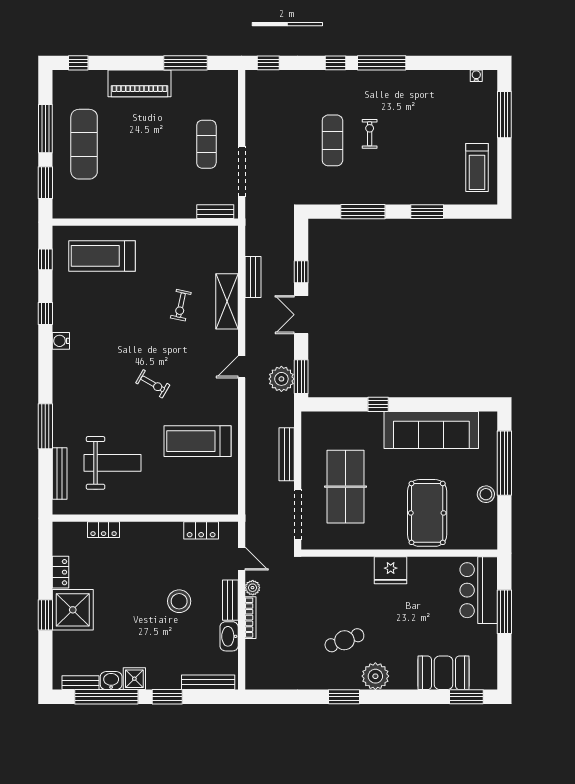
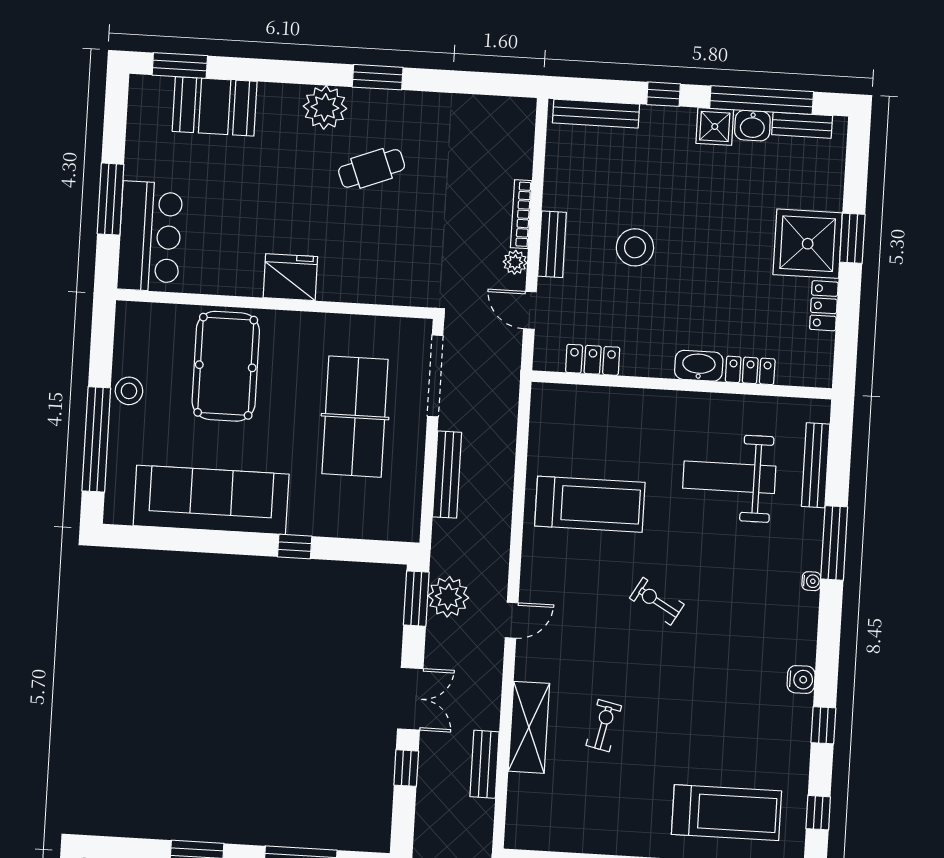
water cooler: (58, 402) -> (811, 581), added
washbasin: (229, 636) -> (699, 366), moved, turned -90
window: (167, 697) -> (663, 94), width x0.67

